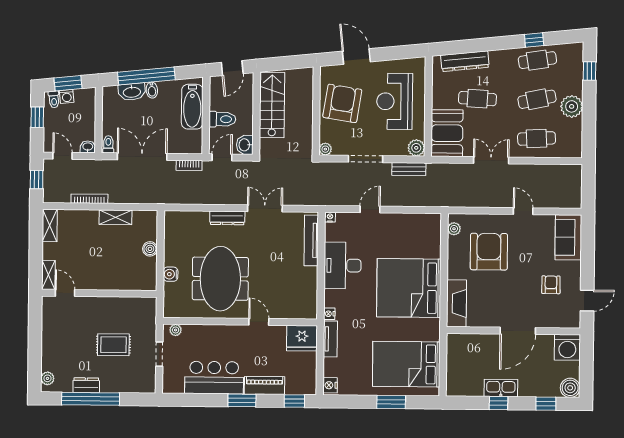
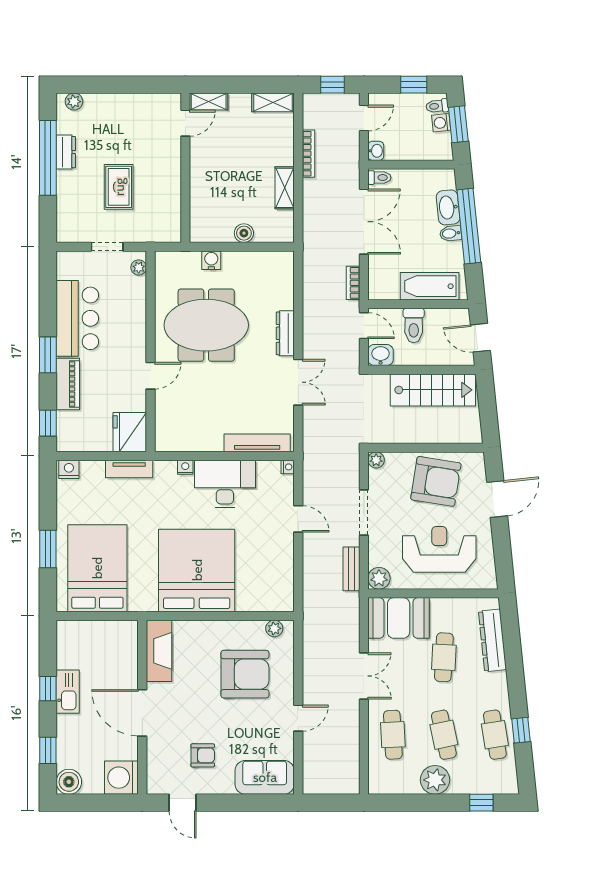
fireplace: (456, 303) -> (159, 651), moved, turned -90
nightstand: (329, 314) -> (185, 467), moved

